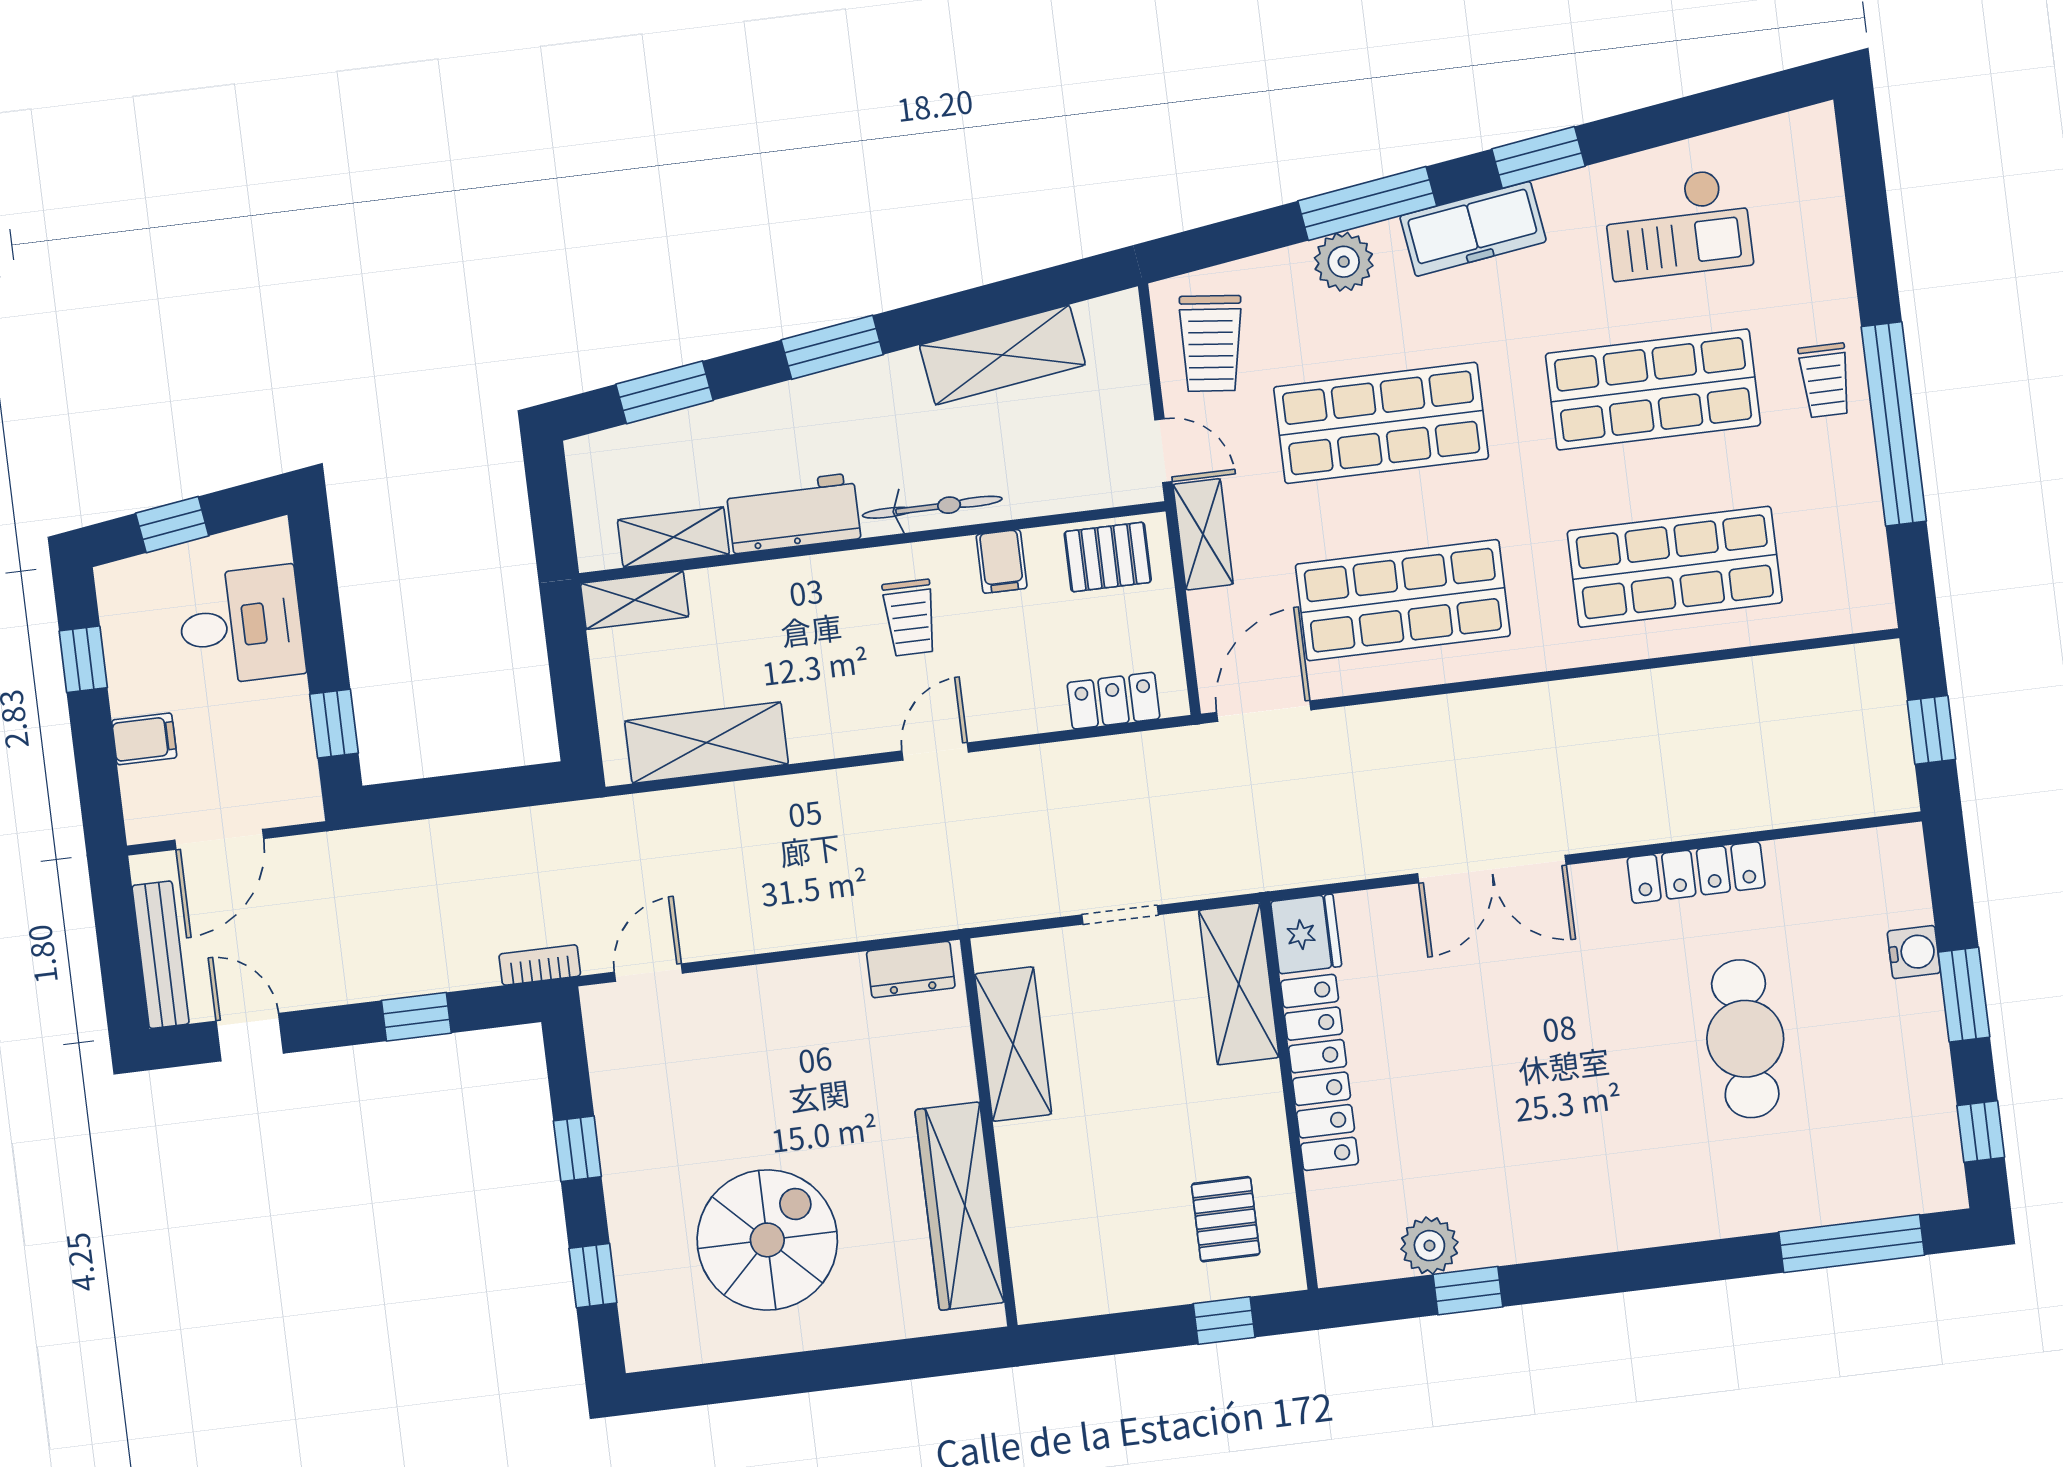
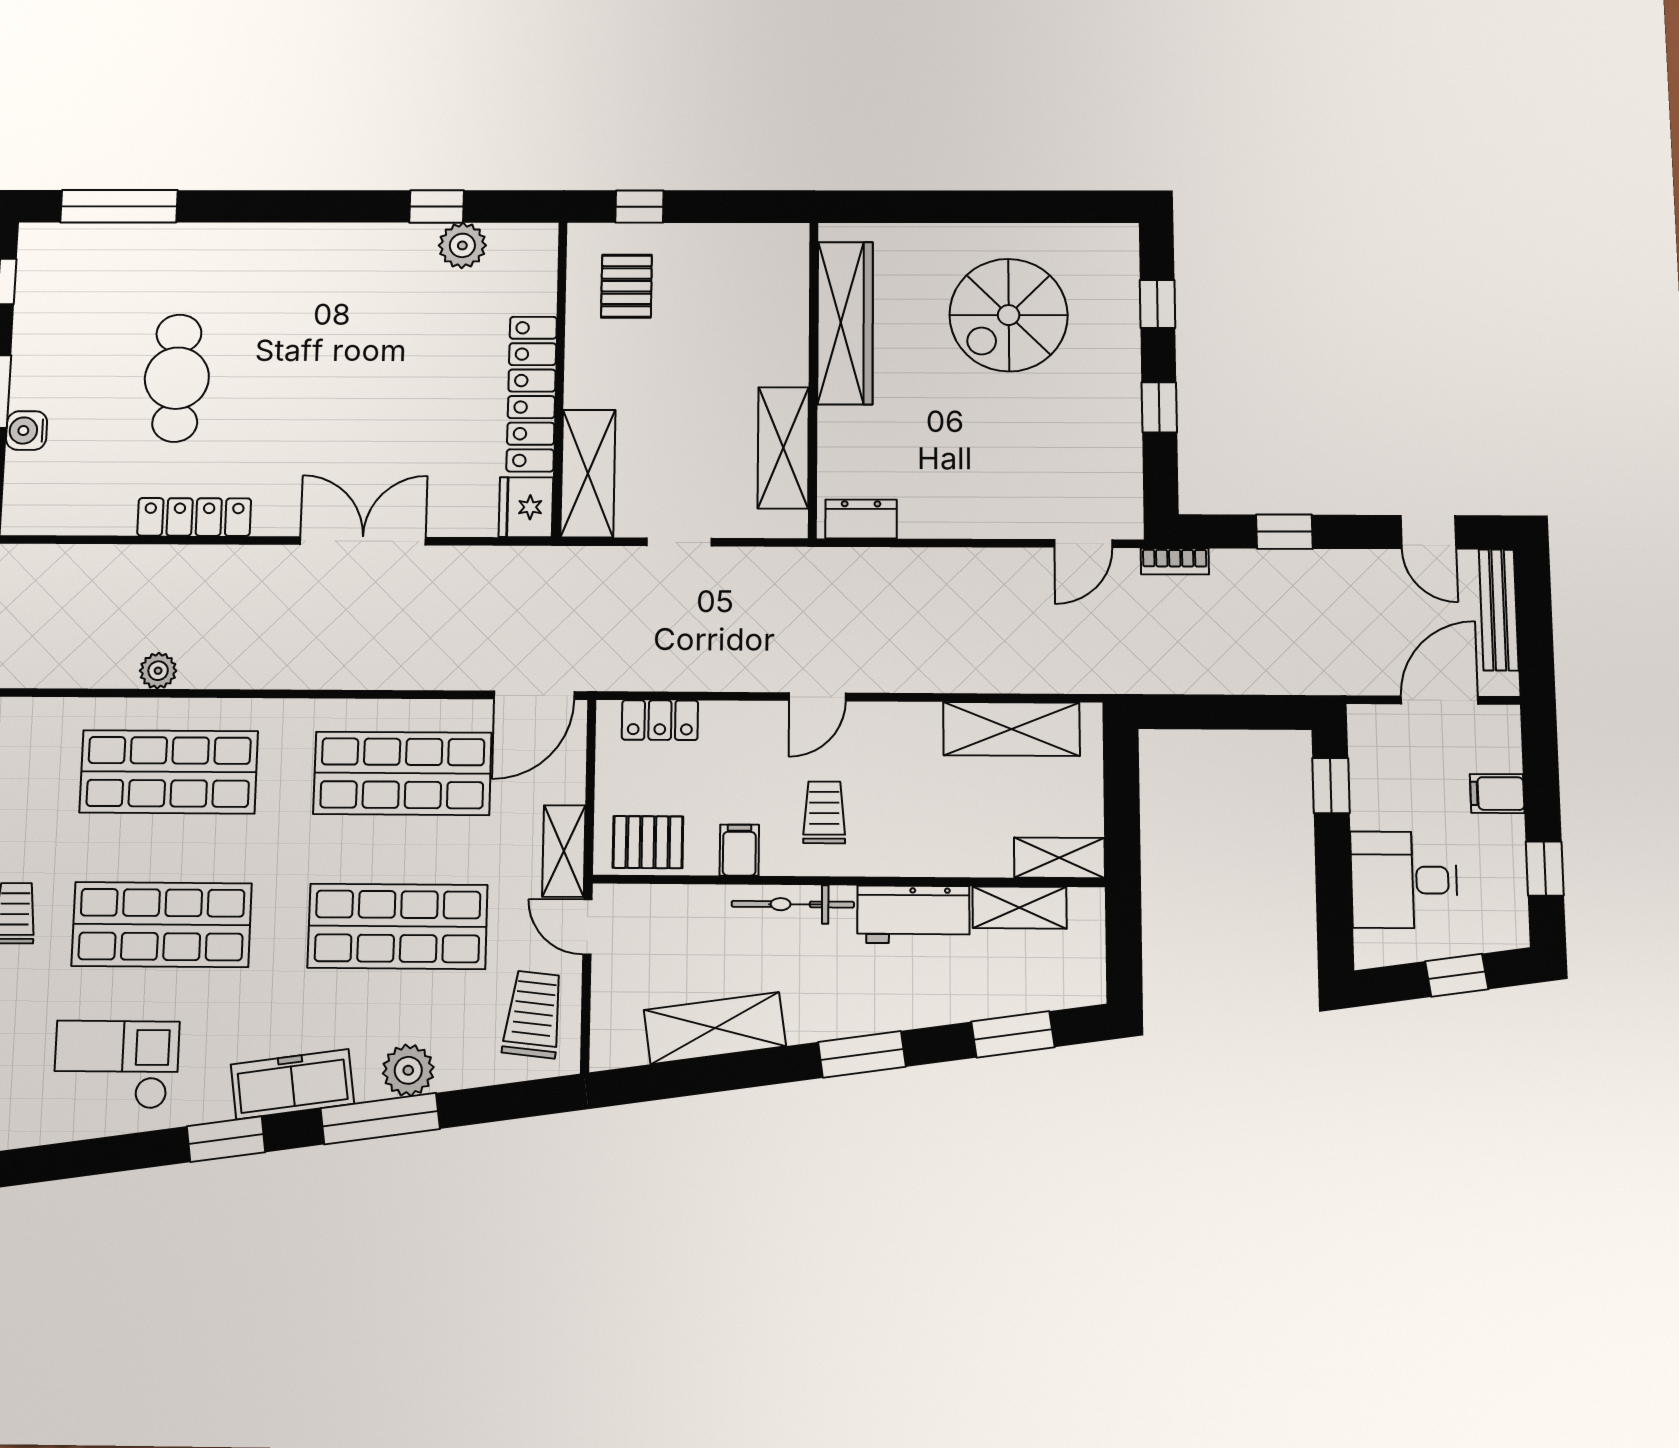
plant: (1707, 684) -> (158, 671), added

